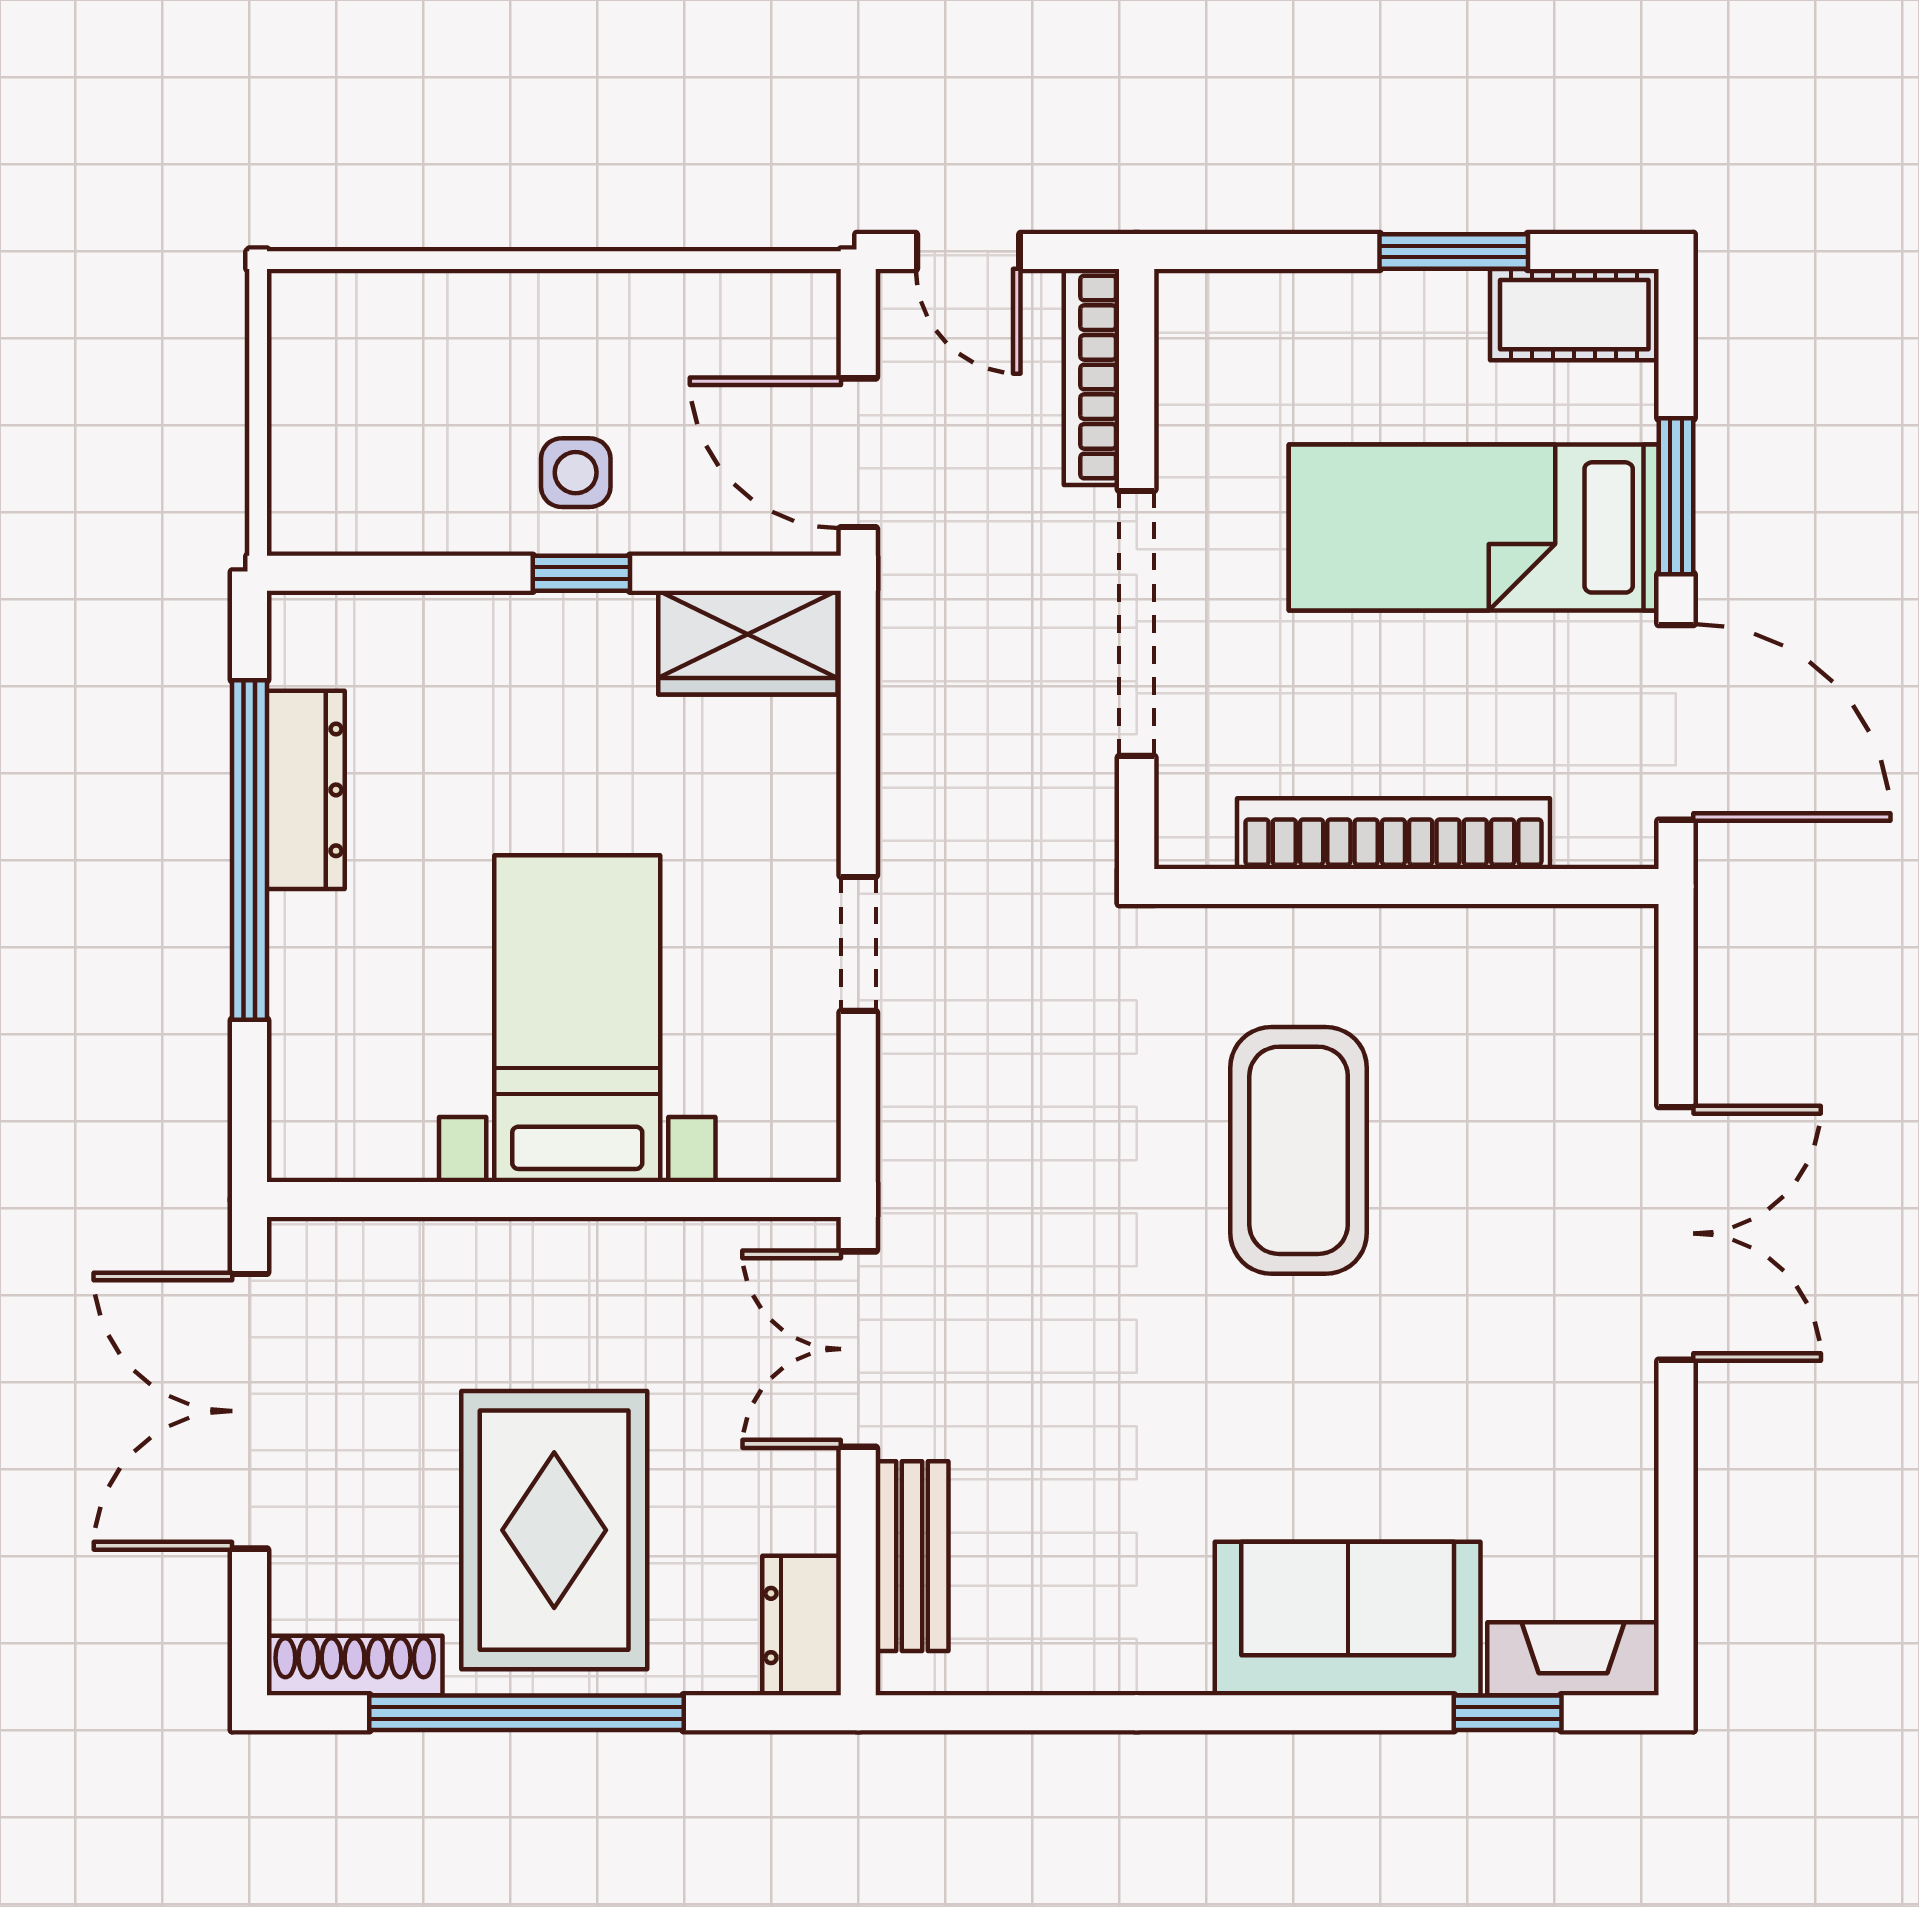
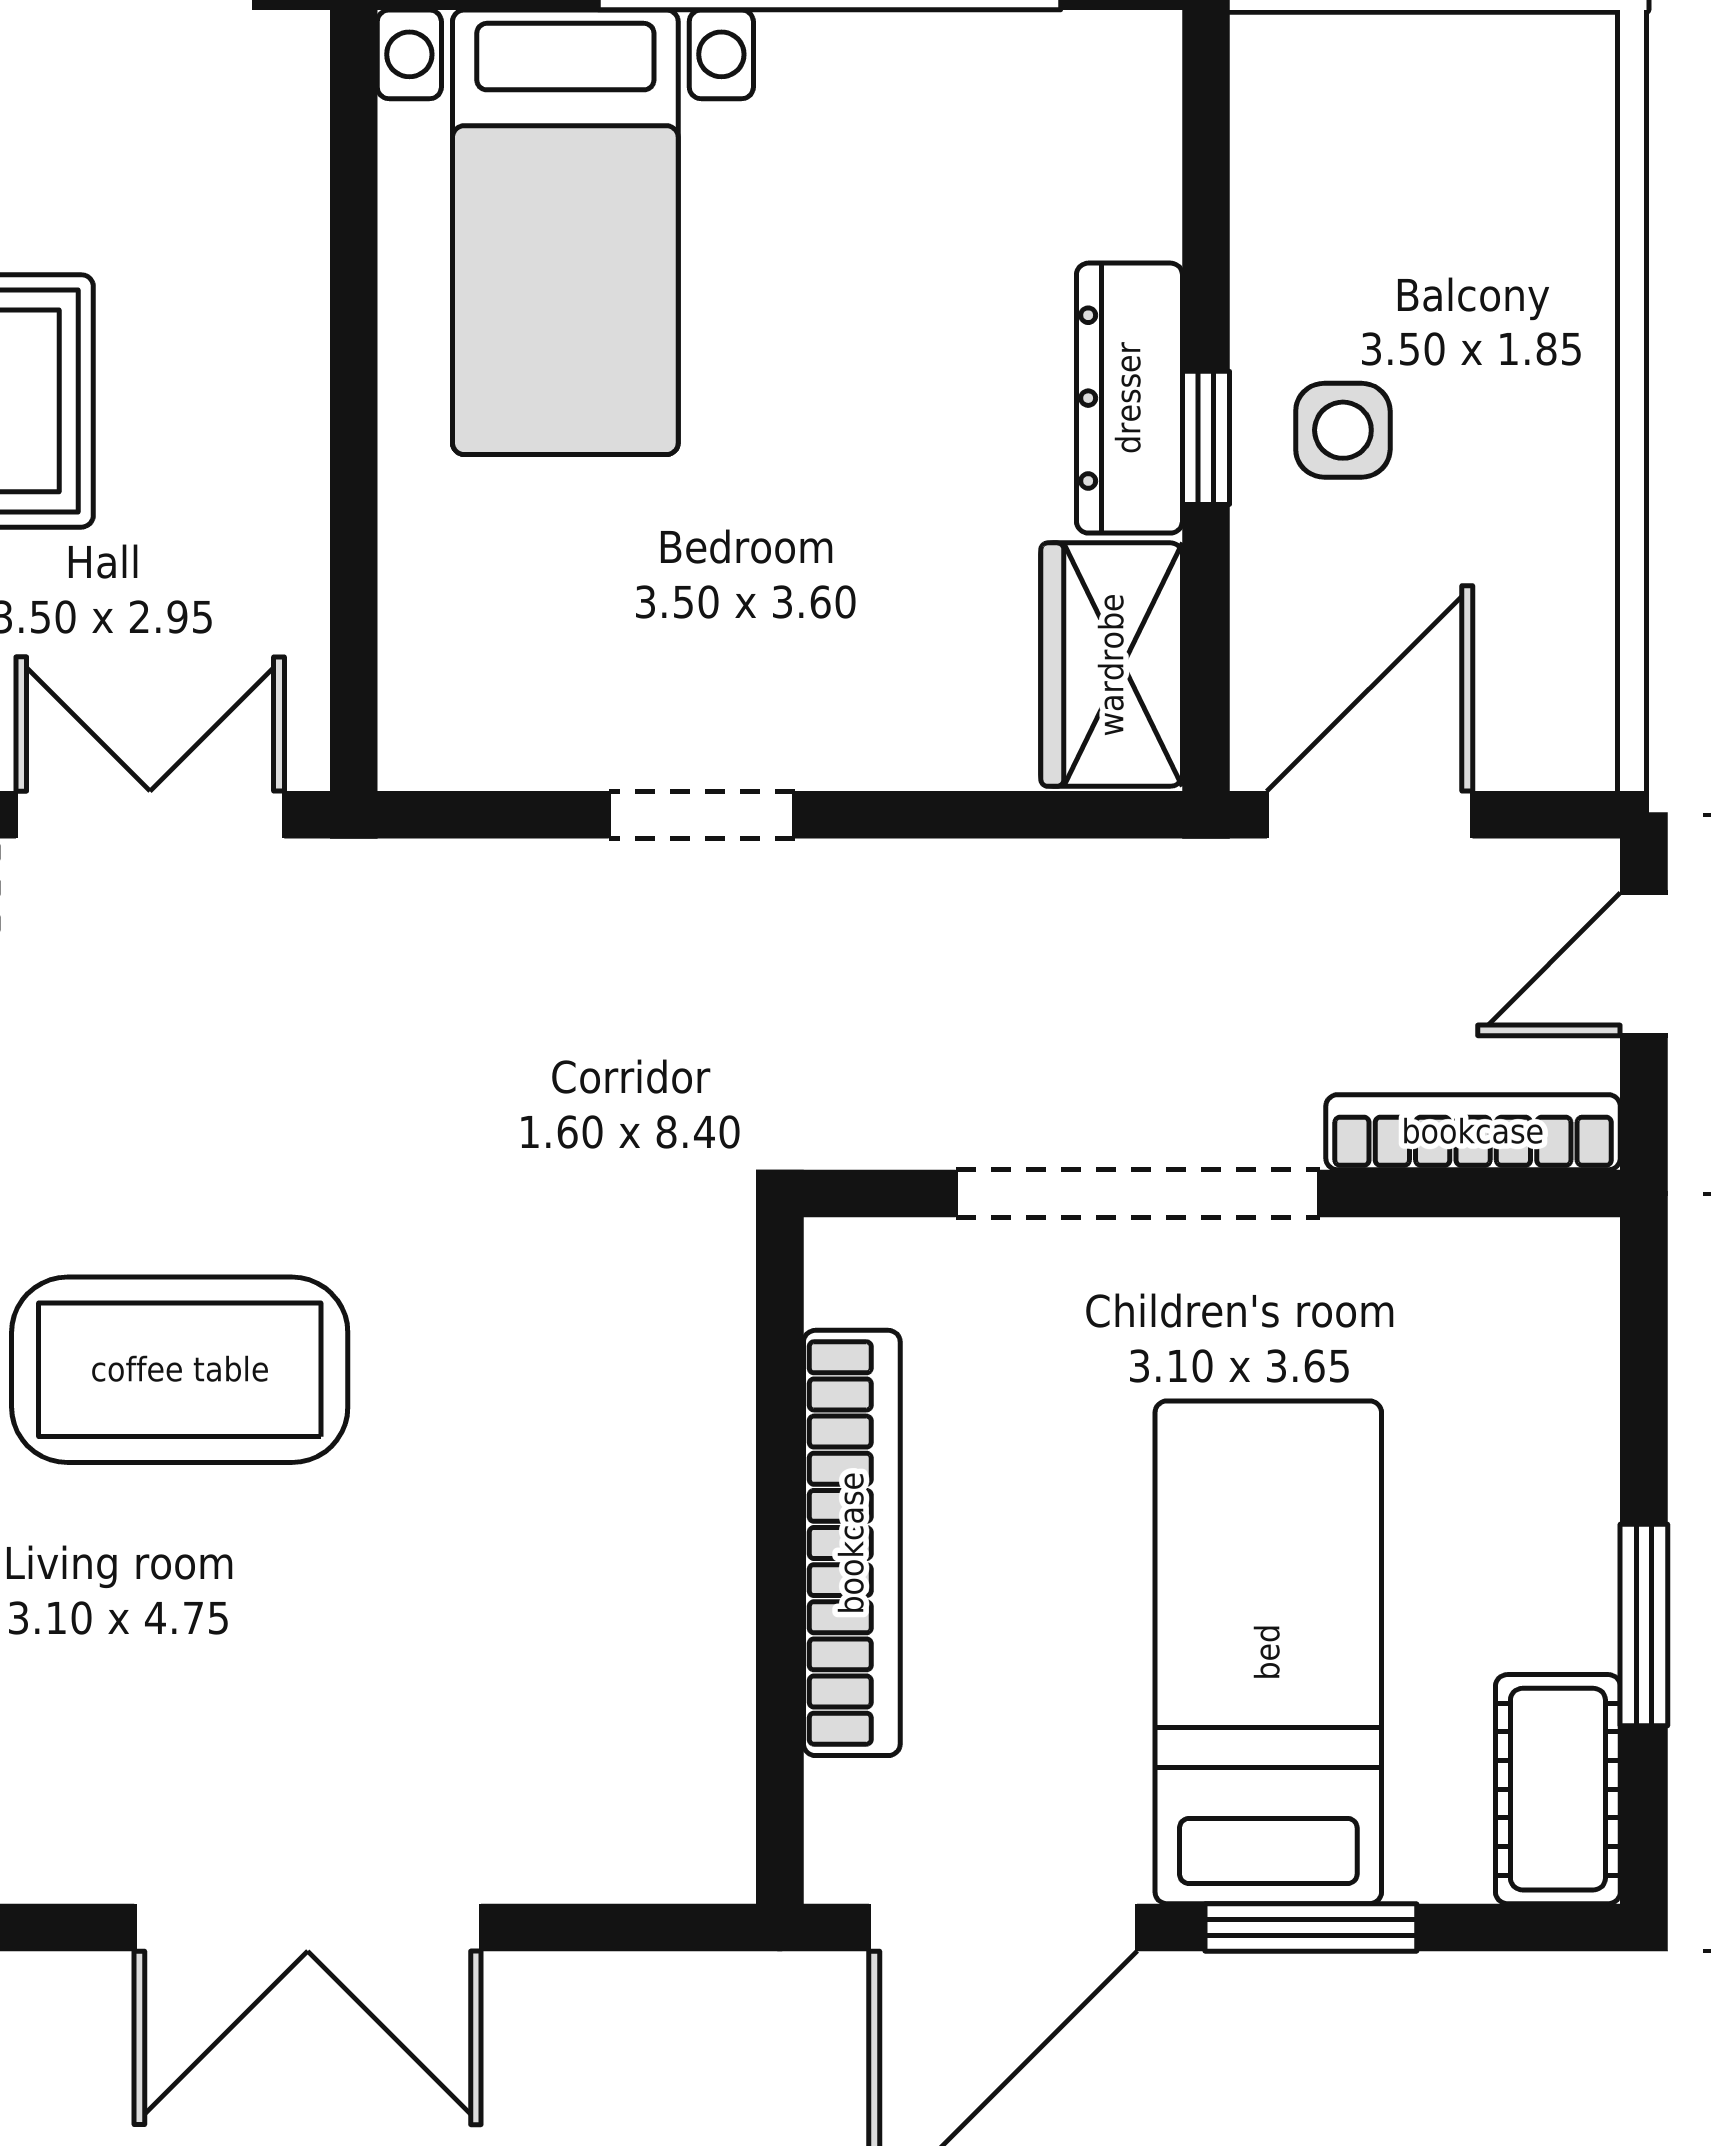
dresser: (306, 790) -> (1129, 398), moved, turned 90
bed with nightstands: (577, 1019) -> (565, 232), moved, turned 90
coffee table: (1299, 1150) -> (180, 1370), moved

